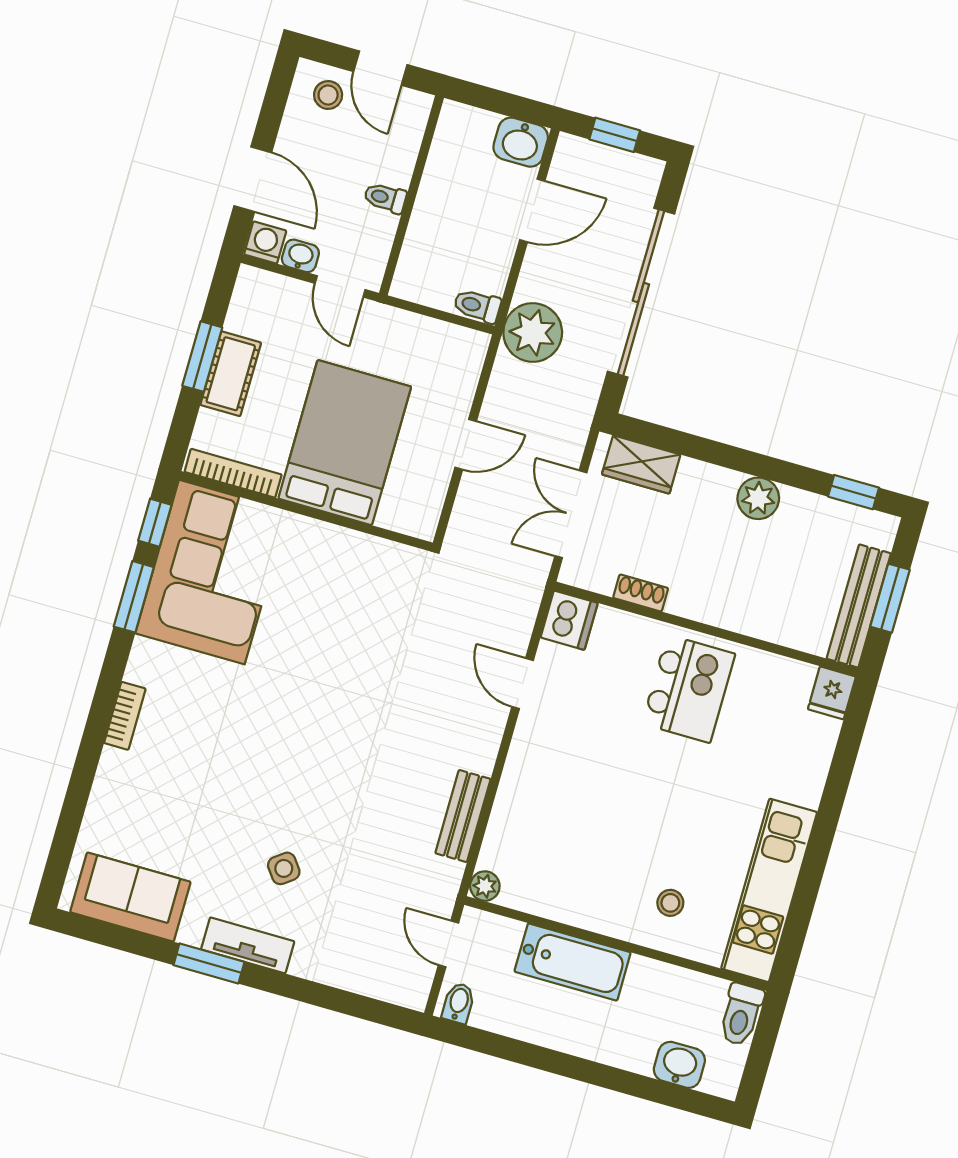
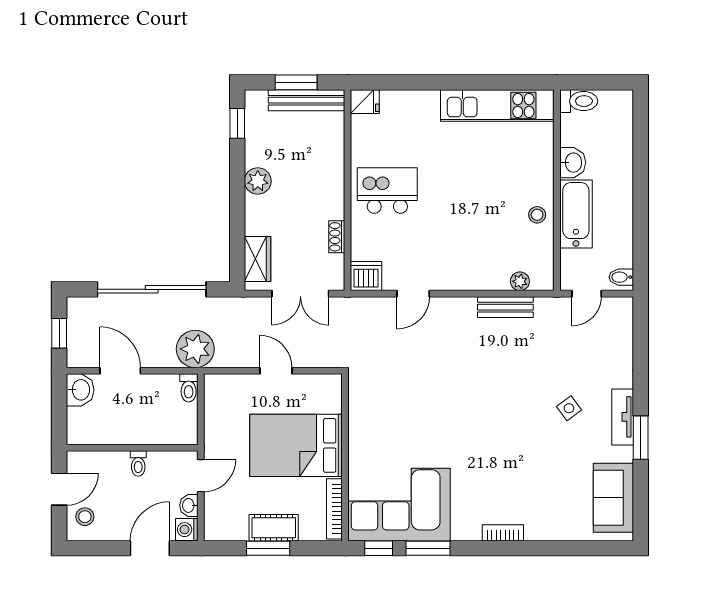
plant: (485, 886) -> (520, 281), moved
stool: (670, 903) -> (537, 215), moved
washbasin: (679, 1065) -> (573, 163), moved, turned 180

